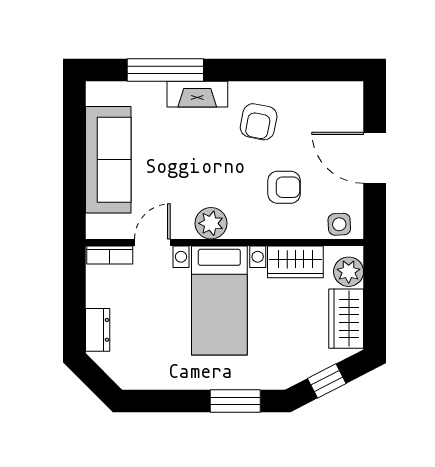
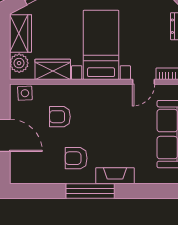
window: (165, 70) -> (90, 191), moved
armchair: (259, 122) -> (76, 158), turned -101
plant: (211, 223) -> (106, 94), removed

